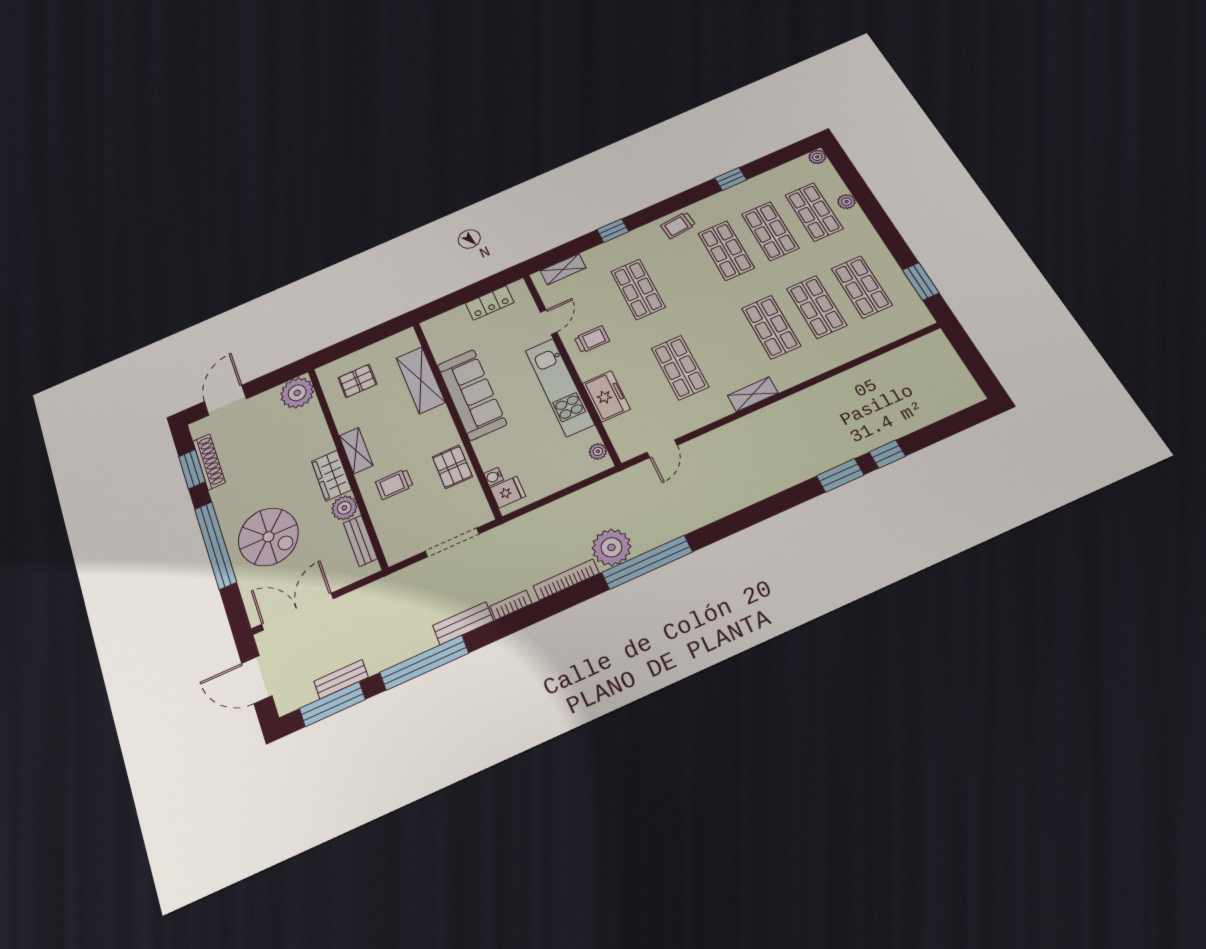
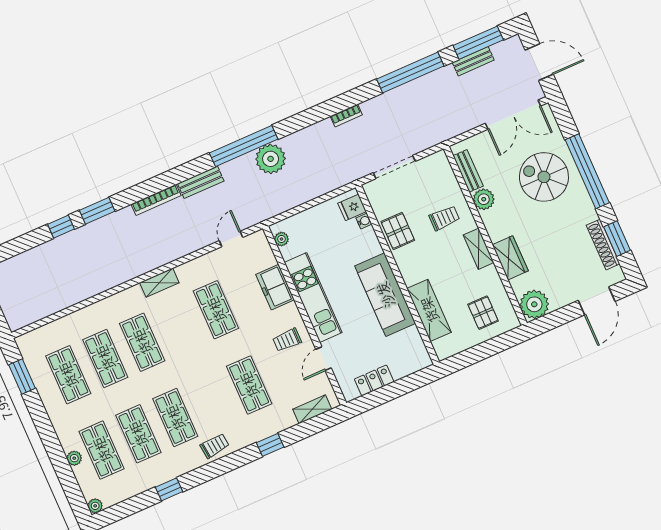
pallet: (357, 381) -> (483, 313), turned 90
wardrobe: (332, 476) -> (510, 258), moved
bookcase: (566, 580) -> (156, 200), moved
bench: (463, 623) -> (201, 182), moved

